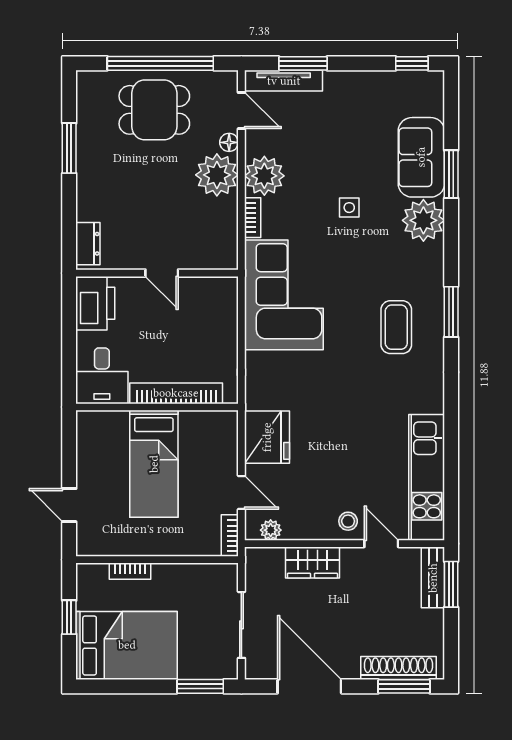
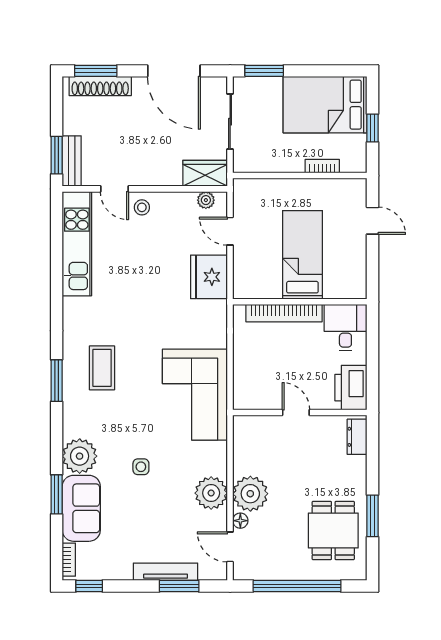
tv unit: (284, 81) -> (166, 572), moved
dining table: (154, 110) -> (333, 530), moved, turned 90
bookcase: (253, 218) -> (69, 560), moved, turned 180
bookcase: (230, 536) -> (240, 196), removed
wardrobe: (312, 562) -> (205, 173), moved

